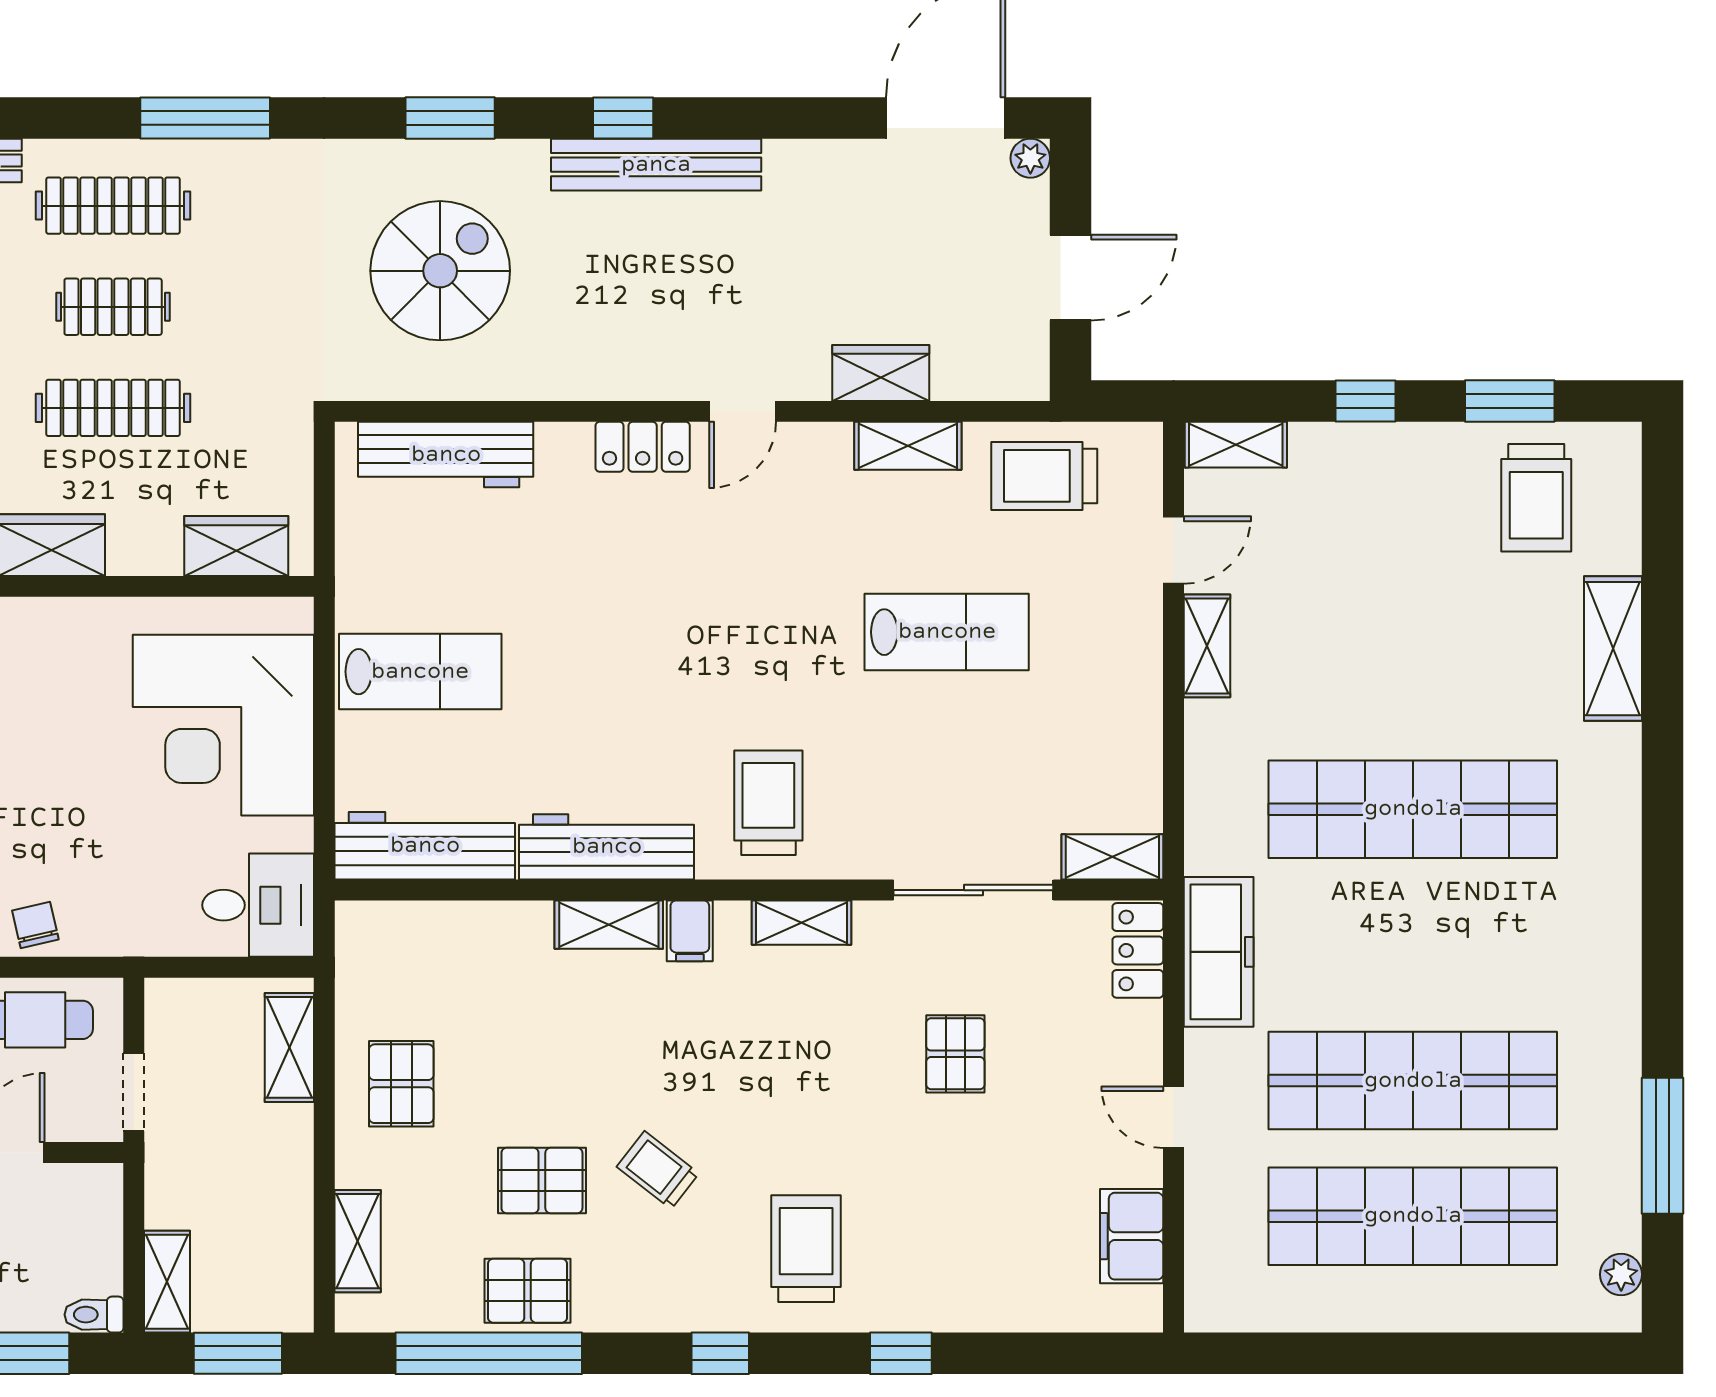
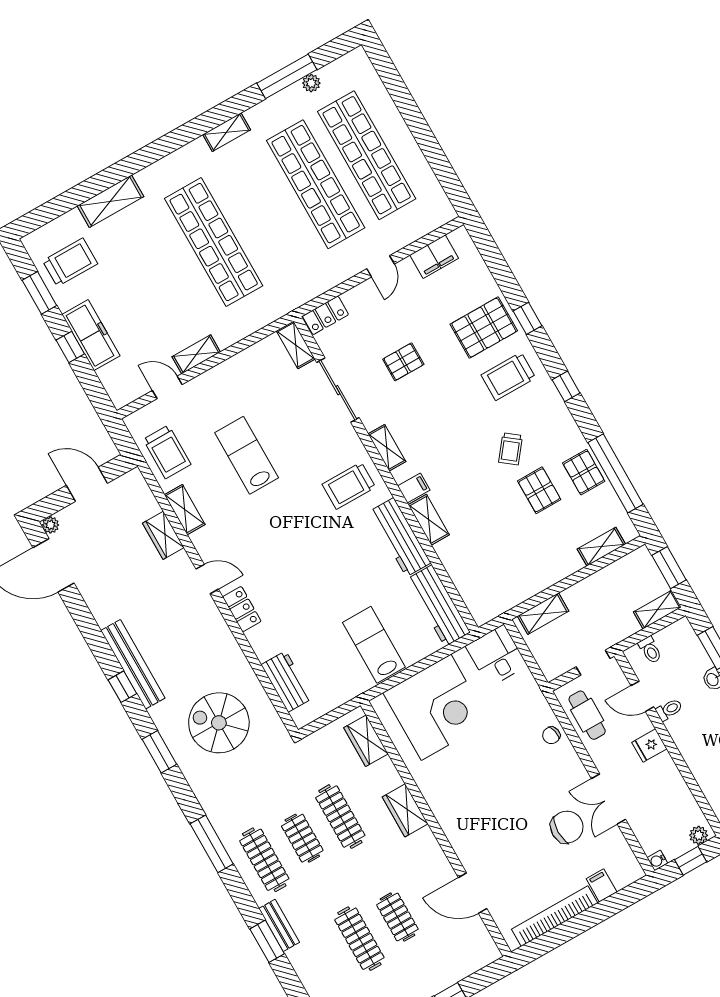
shelving: (1236, 445) -> (227, 132), moved, turned 90
workbench: (446, 455) -> (287, 682), width x0.73
freezer: (1219, 952) -> (91, 335), moved, turned 90
pallet: (401, 1084) -> (484, 328), moved, width x1.50, depth x1.42
plant: (1621, 1274) -> (311, 83), moved
toilet: (94, 1315) -> (650, 650), moved

